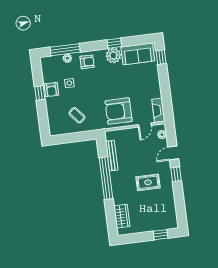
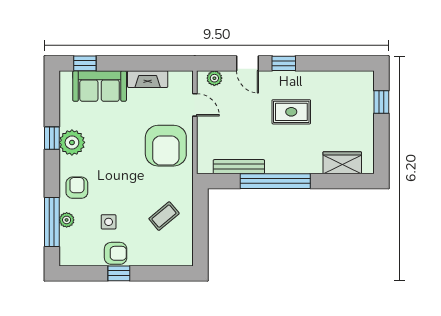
sofa: (138, 54) -> (100, 86), moved, turned 90
fireplace: (158, 110) -> (148, 79), moved
rug: (148, 182) -> (291, 112), turned 90

